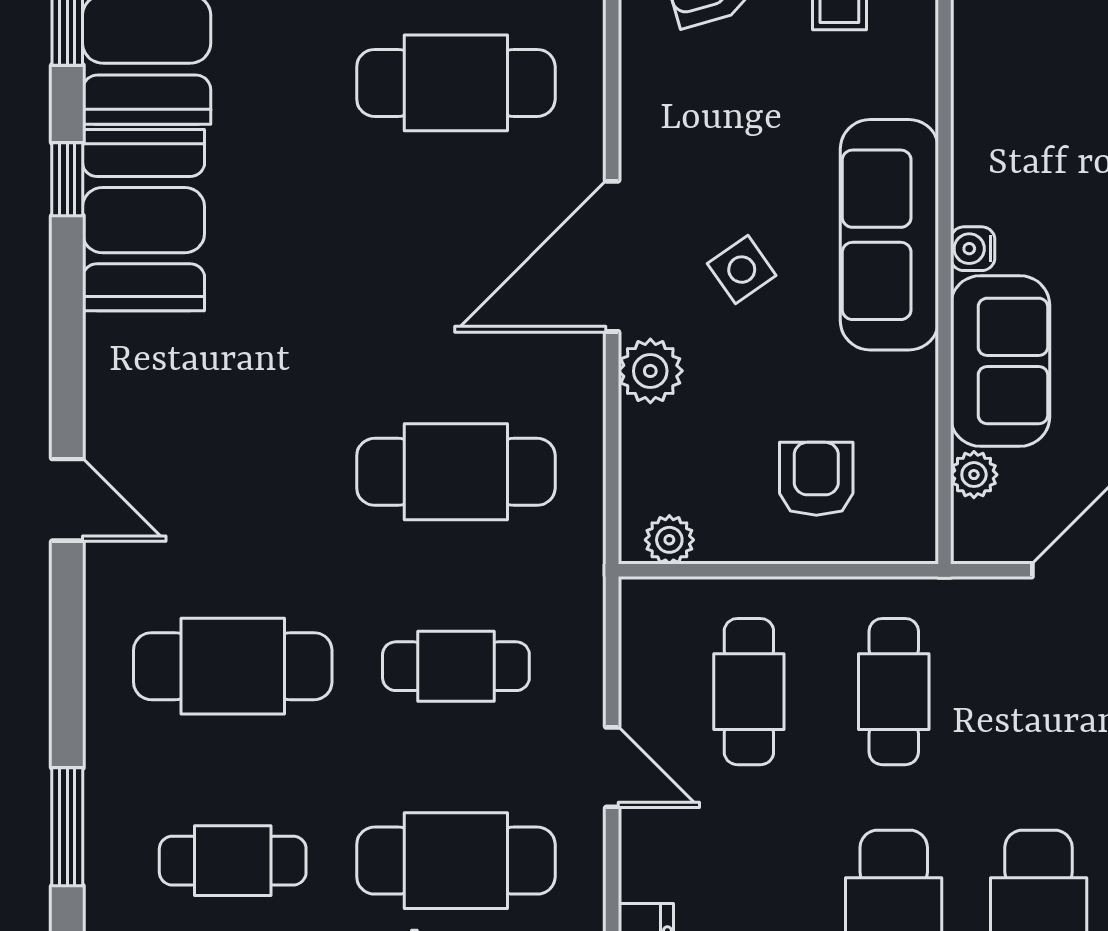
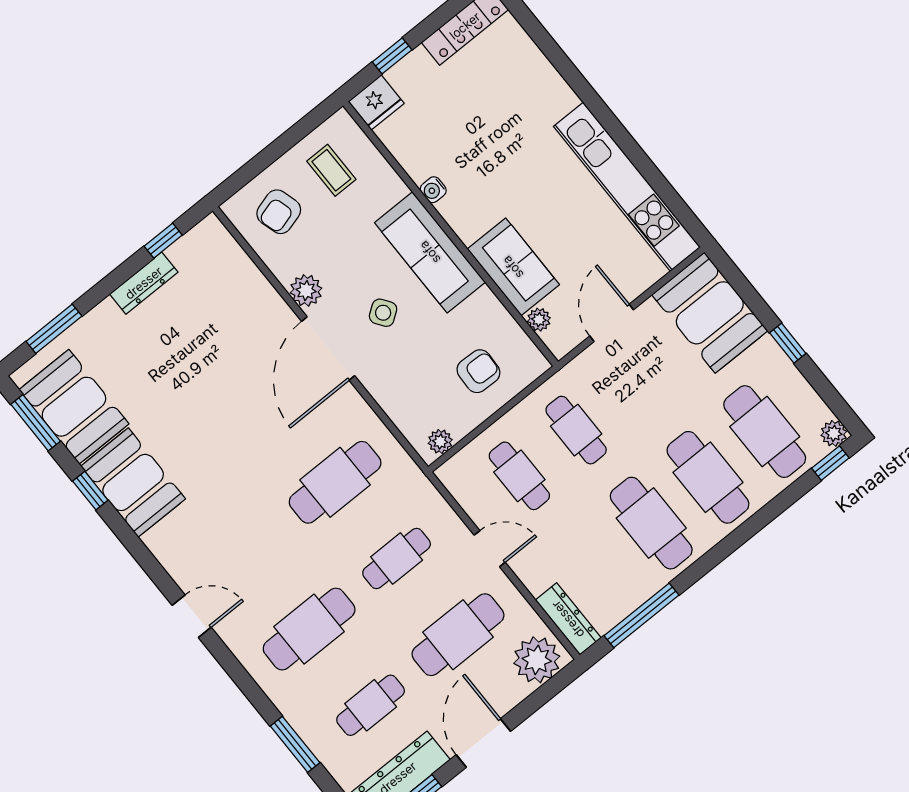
cafe table: (456, 83) -> (212, 330), removed
water cooler: (973, 249) -> (433, 190), moved
plant: (650, 371) -> (306, 291), moved
armchair: (816, 479) -> (478, 371), turned 92

